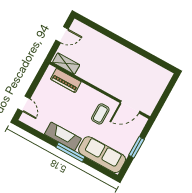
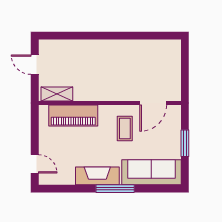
door: (62, 35) -> (35, 65), swing flipped
piano: (66, 80) -> (73, 115), width x1.37, depth x1.33

